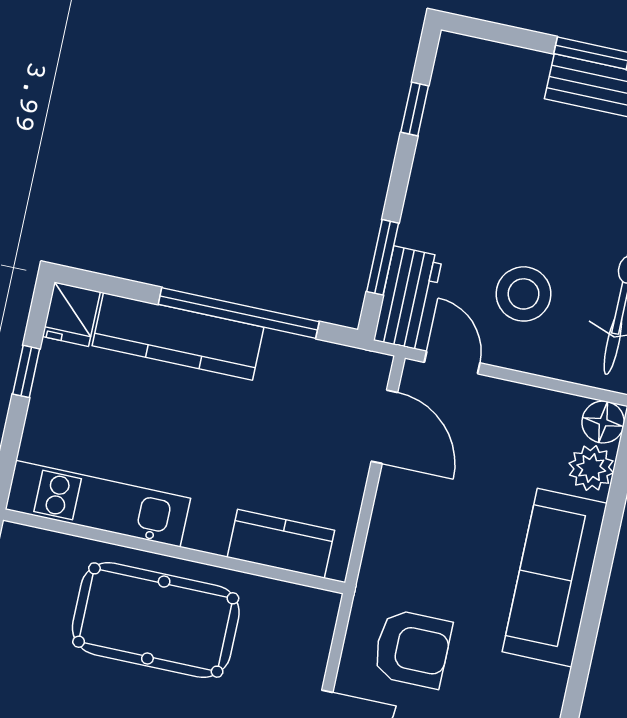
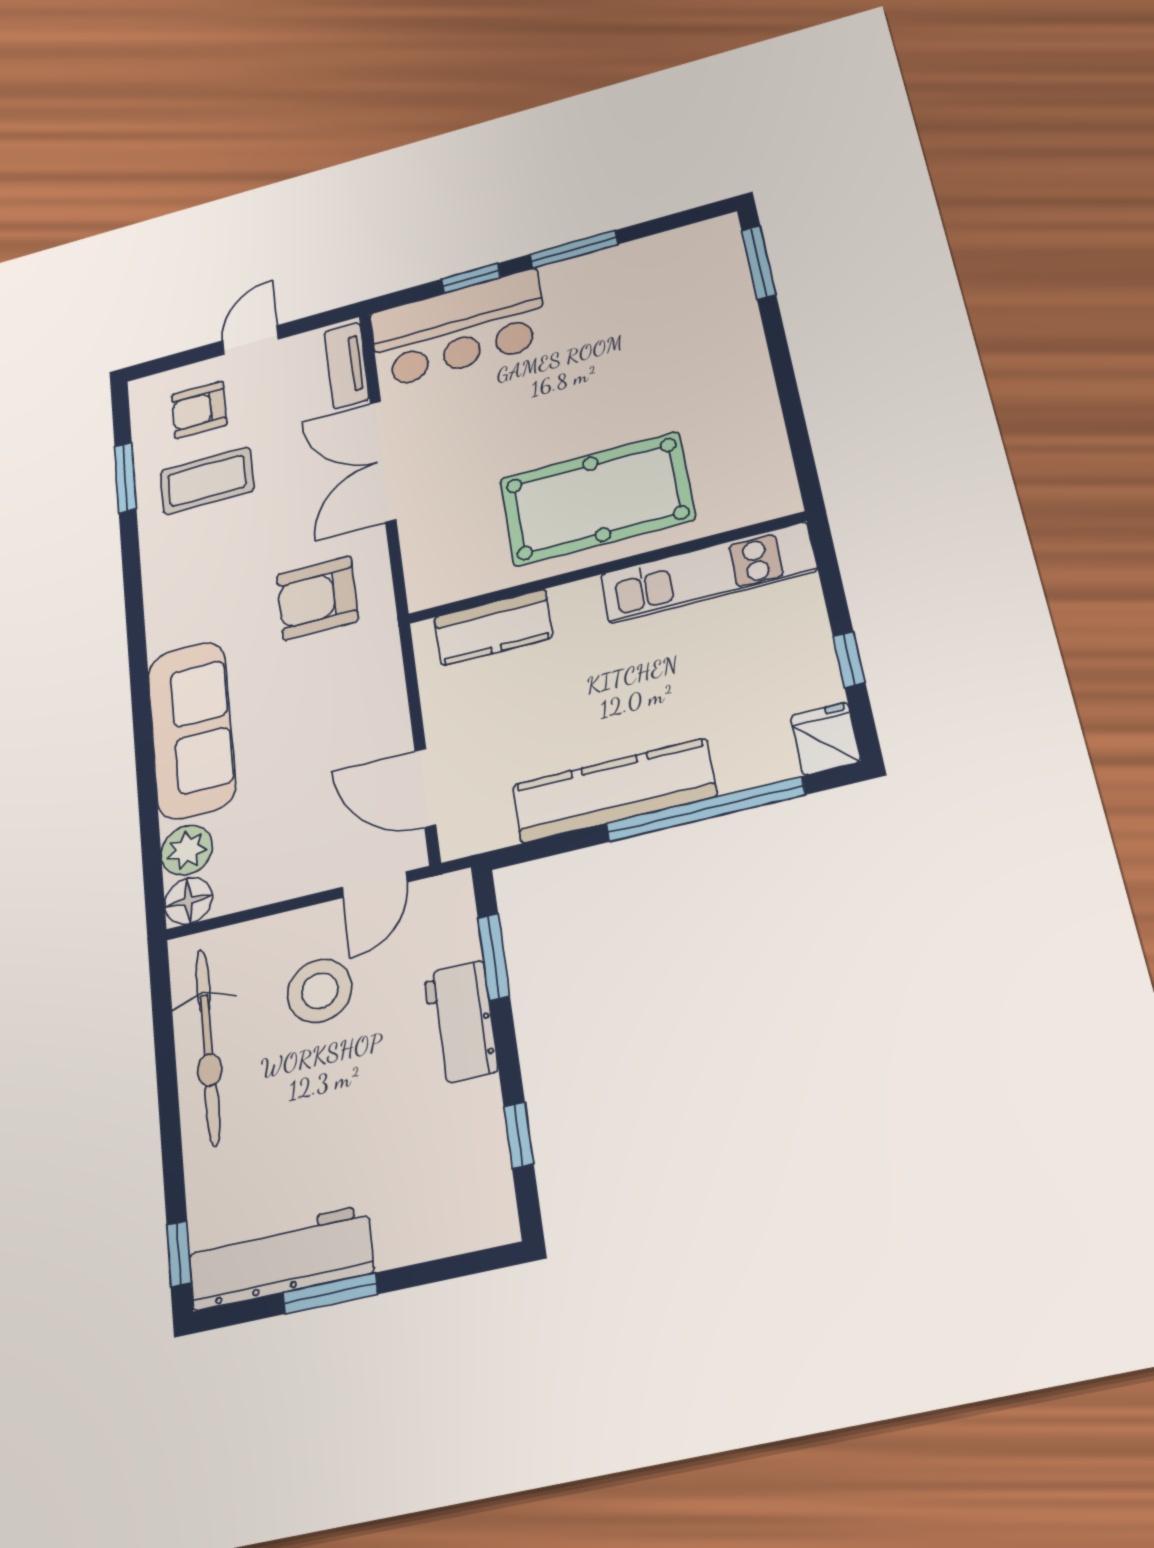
workbench: (408, 298) -> (461, 1022), moved
window: (239, 313) -> (705, 809), moved
kitchen counter: (178, 336) -> (614, 791), moved
door: (452, 363) -> (374, 885), hinge flipped

